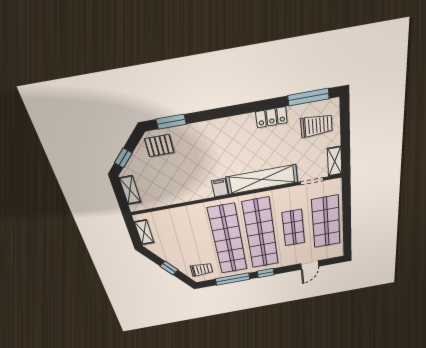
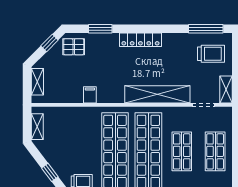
locker: (271, 117) -> (140, 40), moved, width x1.53
window: (171, 122) -> (100, 29), moved
window: (123, 158) -> (49, 43), moved
filing cabinet: (220, 188) -> (90, 95), moved
shop shelf: (326, 222) -> (215, 151), width x0.70, depth x0.74

